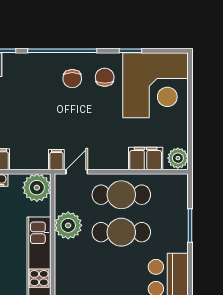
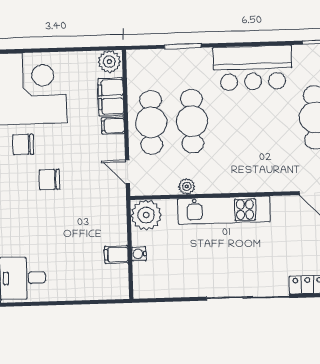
chair: (72, 79) -> (49, 179), moved, turned 180
filing cabinet: (56, 160) -> (113, 126), moved
plant: (68, 225) -> (187, 186), width x0.53, depth x0.53

